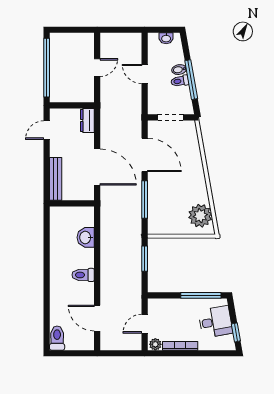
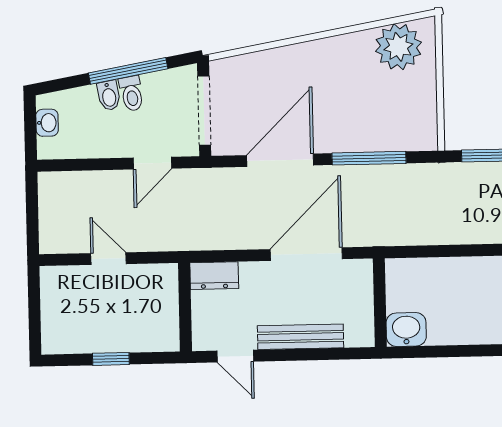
window: (47, 68) -> (111, 359), width x0.32
door: (145, 74) -> (152, 163), moved
doorway: (170, 117) -> (204, 110), width x1.38
bench: (56, 179) -> (301, 337), moved
washbasin: (86, 237) -> (406, 330), moved, turned 180

